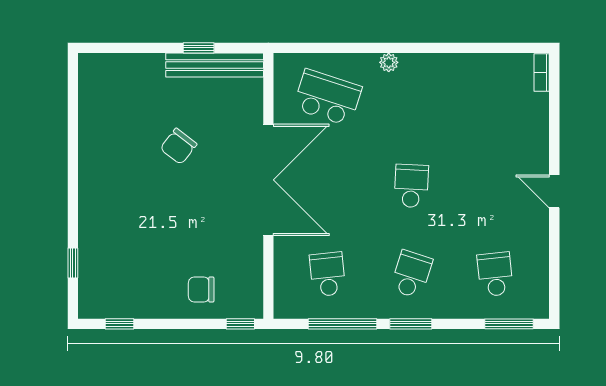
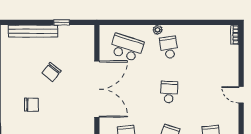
bench: (215, 65) -> (33, 31), moved
school desk: (411, 98) -> (169, 47), added
chair: (139, 211) -> (31, 105), added

